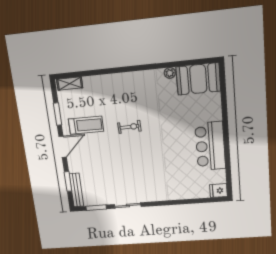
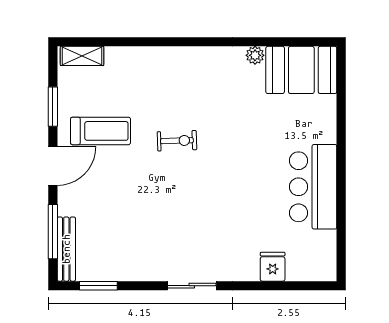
window: (68, 181) -> (53, 232), width x1.44
fridge: (219, 191) -> (273, 267), moved, turned 90
sliding door: (128, 206) -> (192, 286), moved

